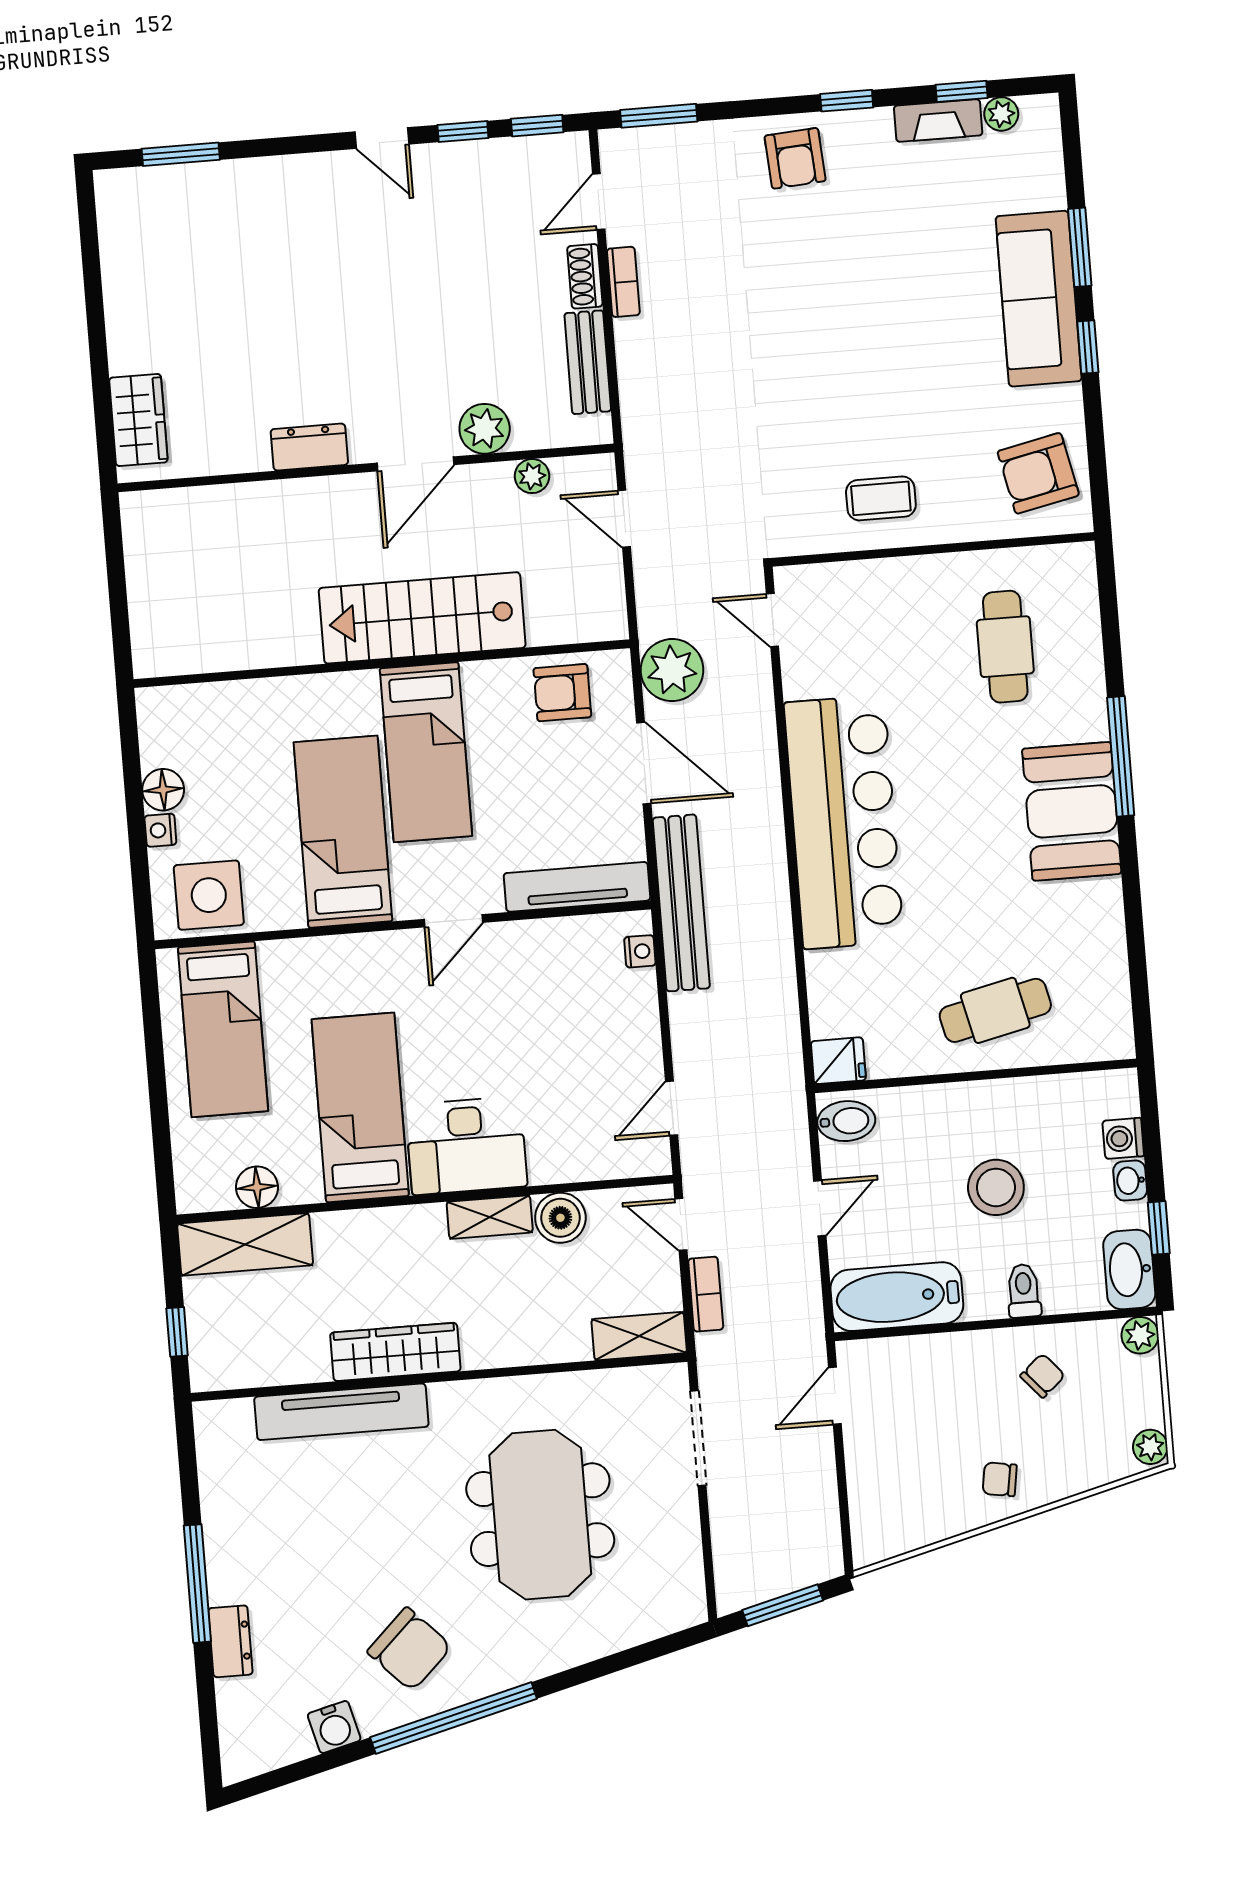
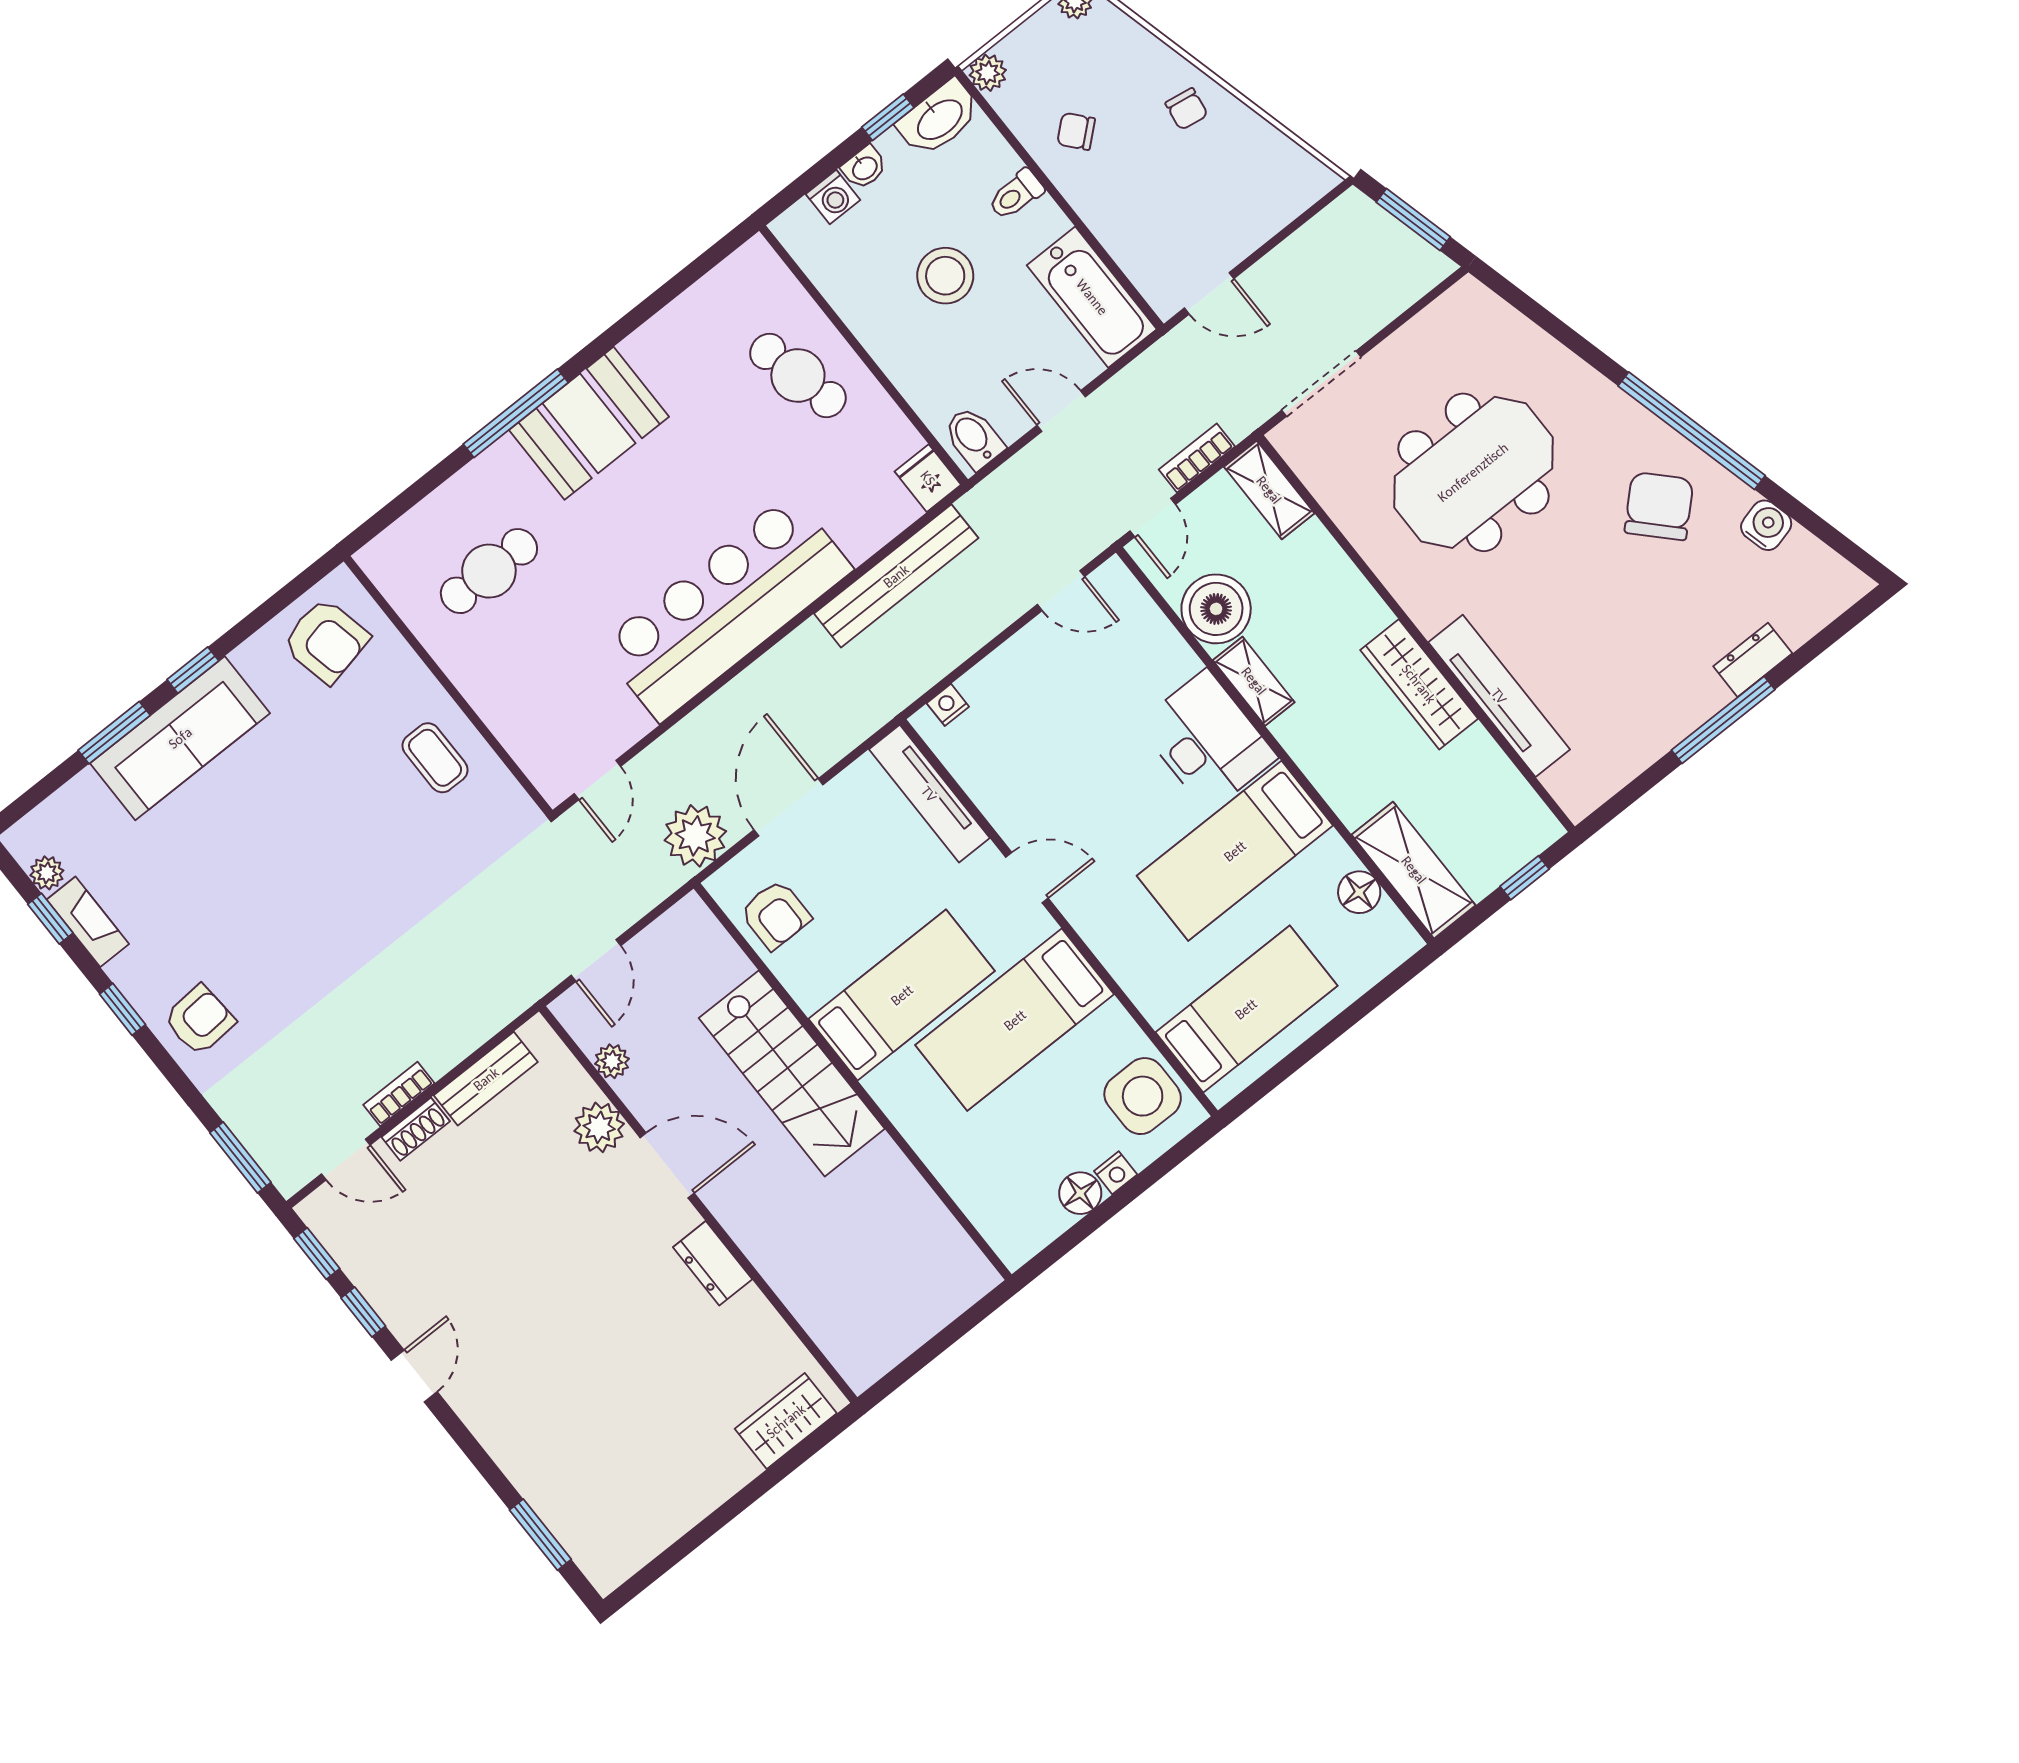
bench: (681, 903) -> (896, 576), moved
boiler: (560, 1218) -> (1216, 609), width x1.37, depth x1.37

